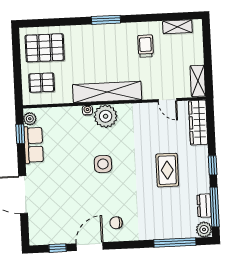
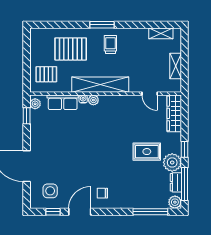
trolley: (146, 46) -> (110, 44), moved
pallet: (45, 48) -> (71, 49), moved
shelving: (198, 81) -> (176, 66), moved
plant: (106, 116) -> (93, 100), width x0.53, depth x0.53
row of seats: (34, 145) -> (63, 102), moved, turned 90
side table: (103, 164) -> (50, 191), moved
rug: (167, 170) -> (147, 152), turned 90
plant: (198, 182) -> (172, 162), added

